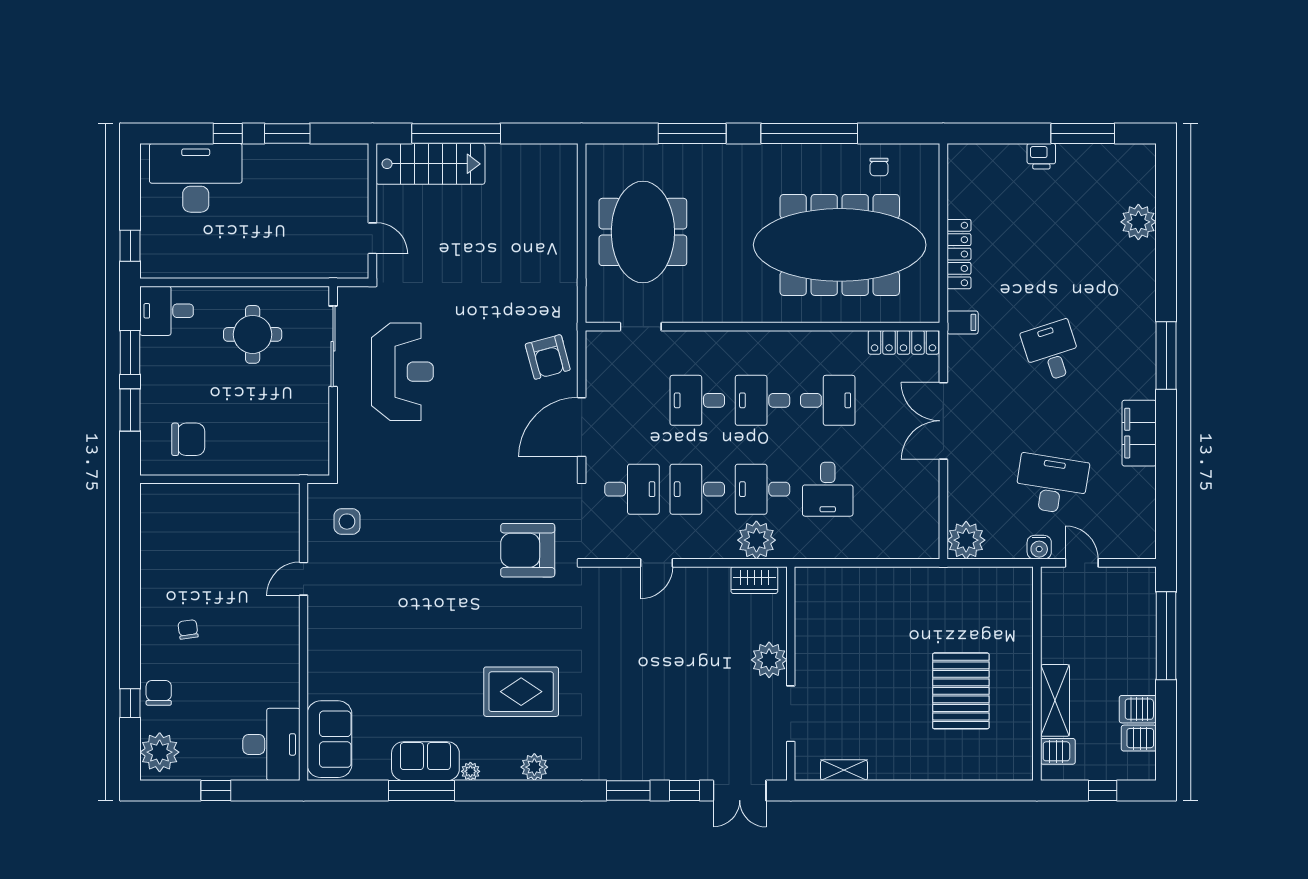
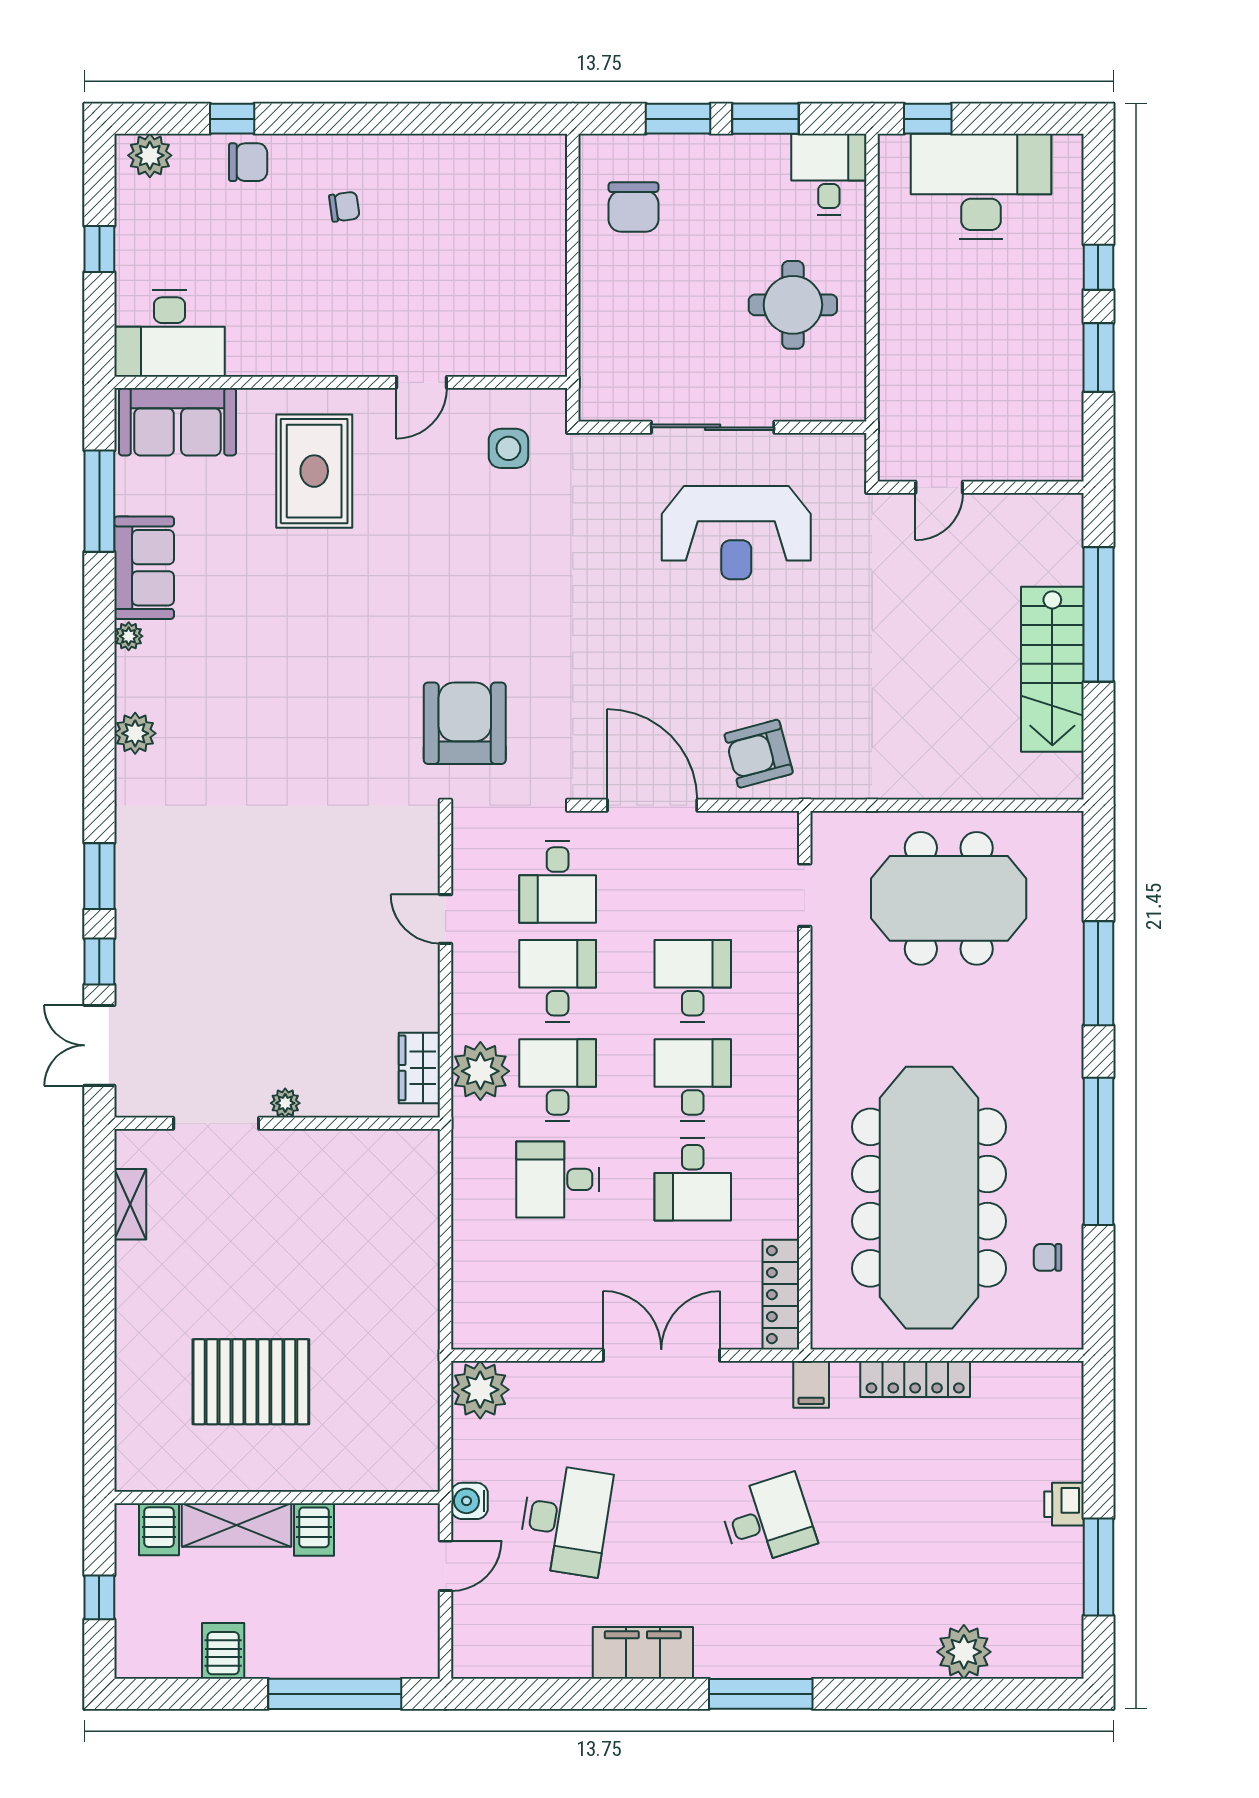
stairs: (430, 164) -> (1052, 669), moved
desk: (196, 178) -> (981, 186), moved, turned -90
sliding door: (333, 346) -> (713, 427), moved
door: (304, 579) -> (421, 382), swing flipped
plant: (769, 660) -> (285, 1103), width x0.53, depth x0.53
rug: (521, 692) -> (314, 471), moved
server rack: (1139, 738) -> (314, 1529), moved, turned 180
plant: (160, 752) -> (150, 155), width x0.73, depth x0.73
window: (421, 791) -> (99, 501), moved

